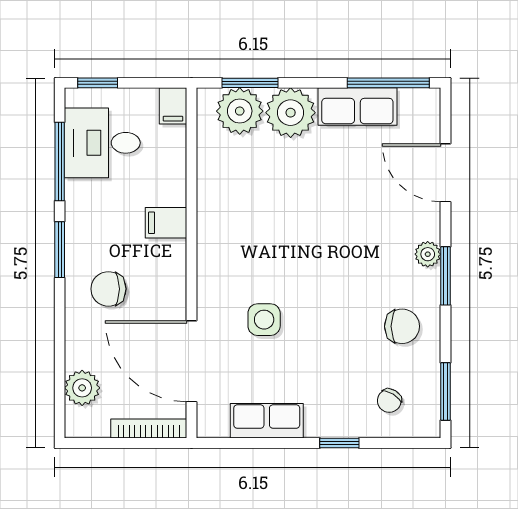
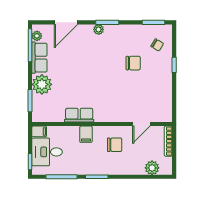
plant: (240, 111) -> (37, 36), moved, width x0.53, depth x0.53
desk: (102, 143) -> (47, 152), moved, turned 90
chair: (108, 289) -> (115, 145), moved, turned -90
side table: (264, 320) -> (125, 95), removed
chair: (402, 326) -> (133, 63), moved, turned 90
door: (191, 361) -> (141, 124), width x0.53
row of seats: (267, 421) -> (79, 115), moved, turned 90

